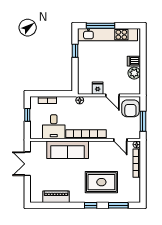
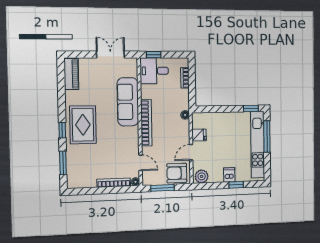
window: (75, 51) -> (251, 108), moved
window: (143, 55) -> (236, 185), added
plant: (134, 73) -> (202, 176), moved
window: (27, 115) -> (154, 55), moved
desk: (54, 127) -> (154, 71), moved
door: (120, 140) -> (141, 163), swing flipped
rug: (101, 182) -> (83, 125), moved
piano: (56, 197) -> (71, 74), moved

